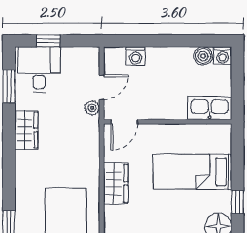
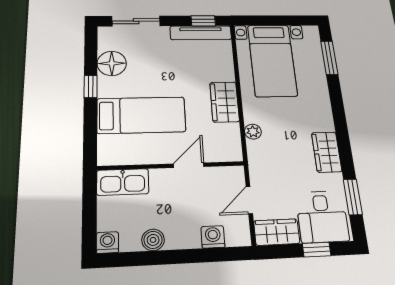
boiler: (203, 56) -> (153, 240), moved
wardrobe: (81, 58) -> (277, 232), added
plant: (92, 108) -> (253, 132), moved
door: (124, 122) -> (189, 165), moved

